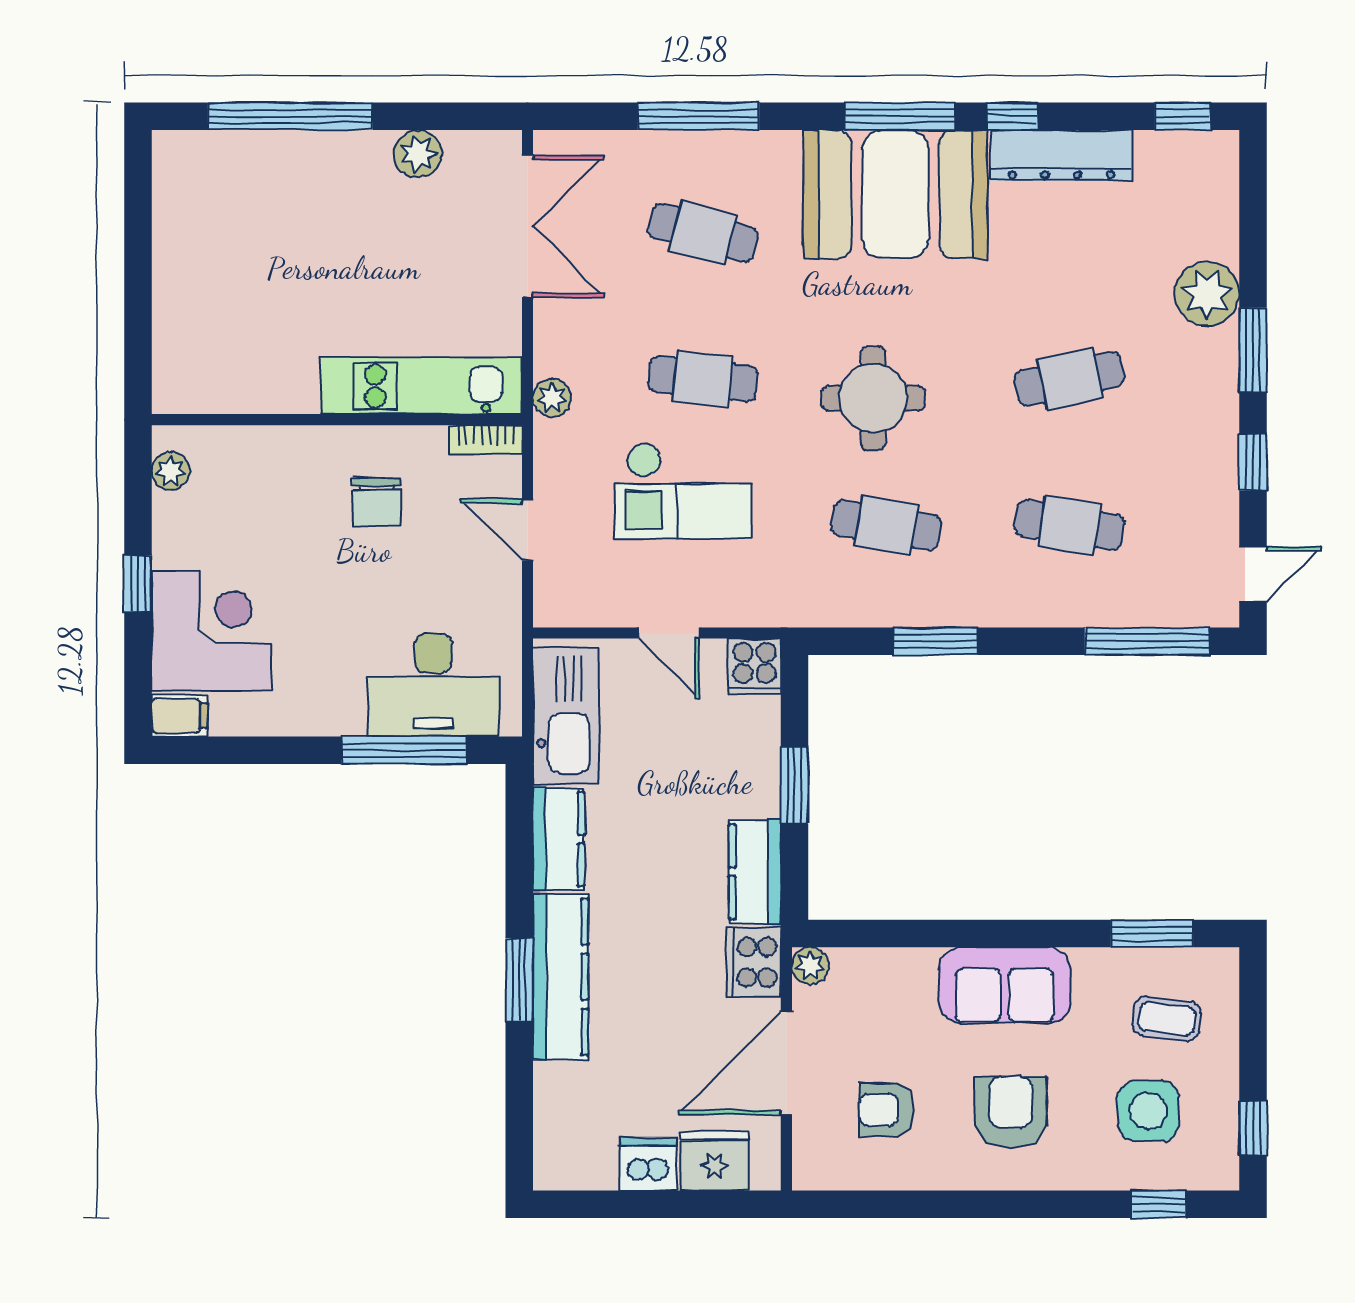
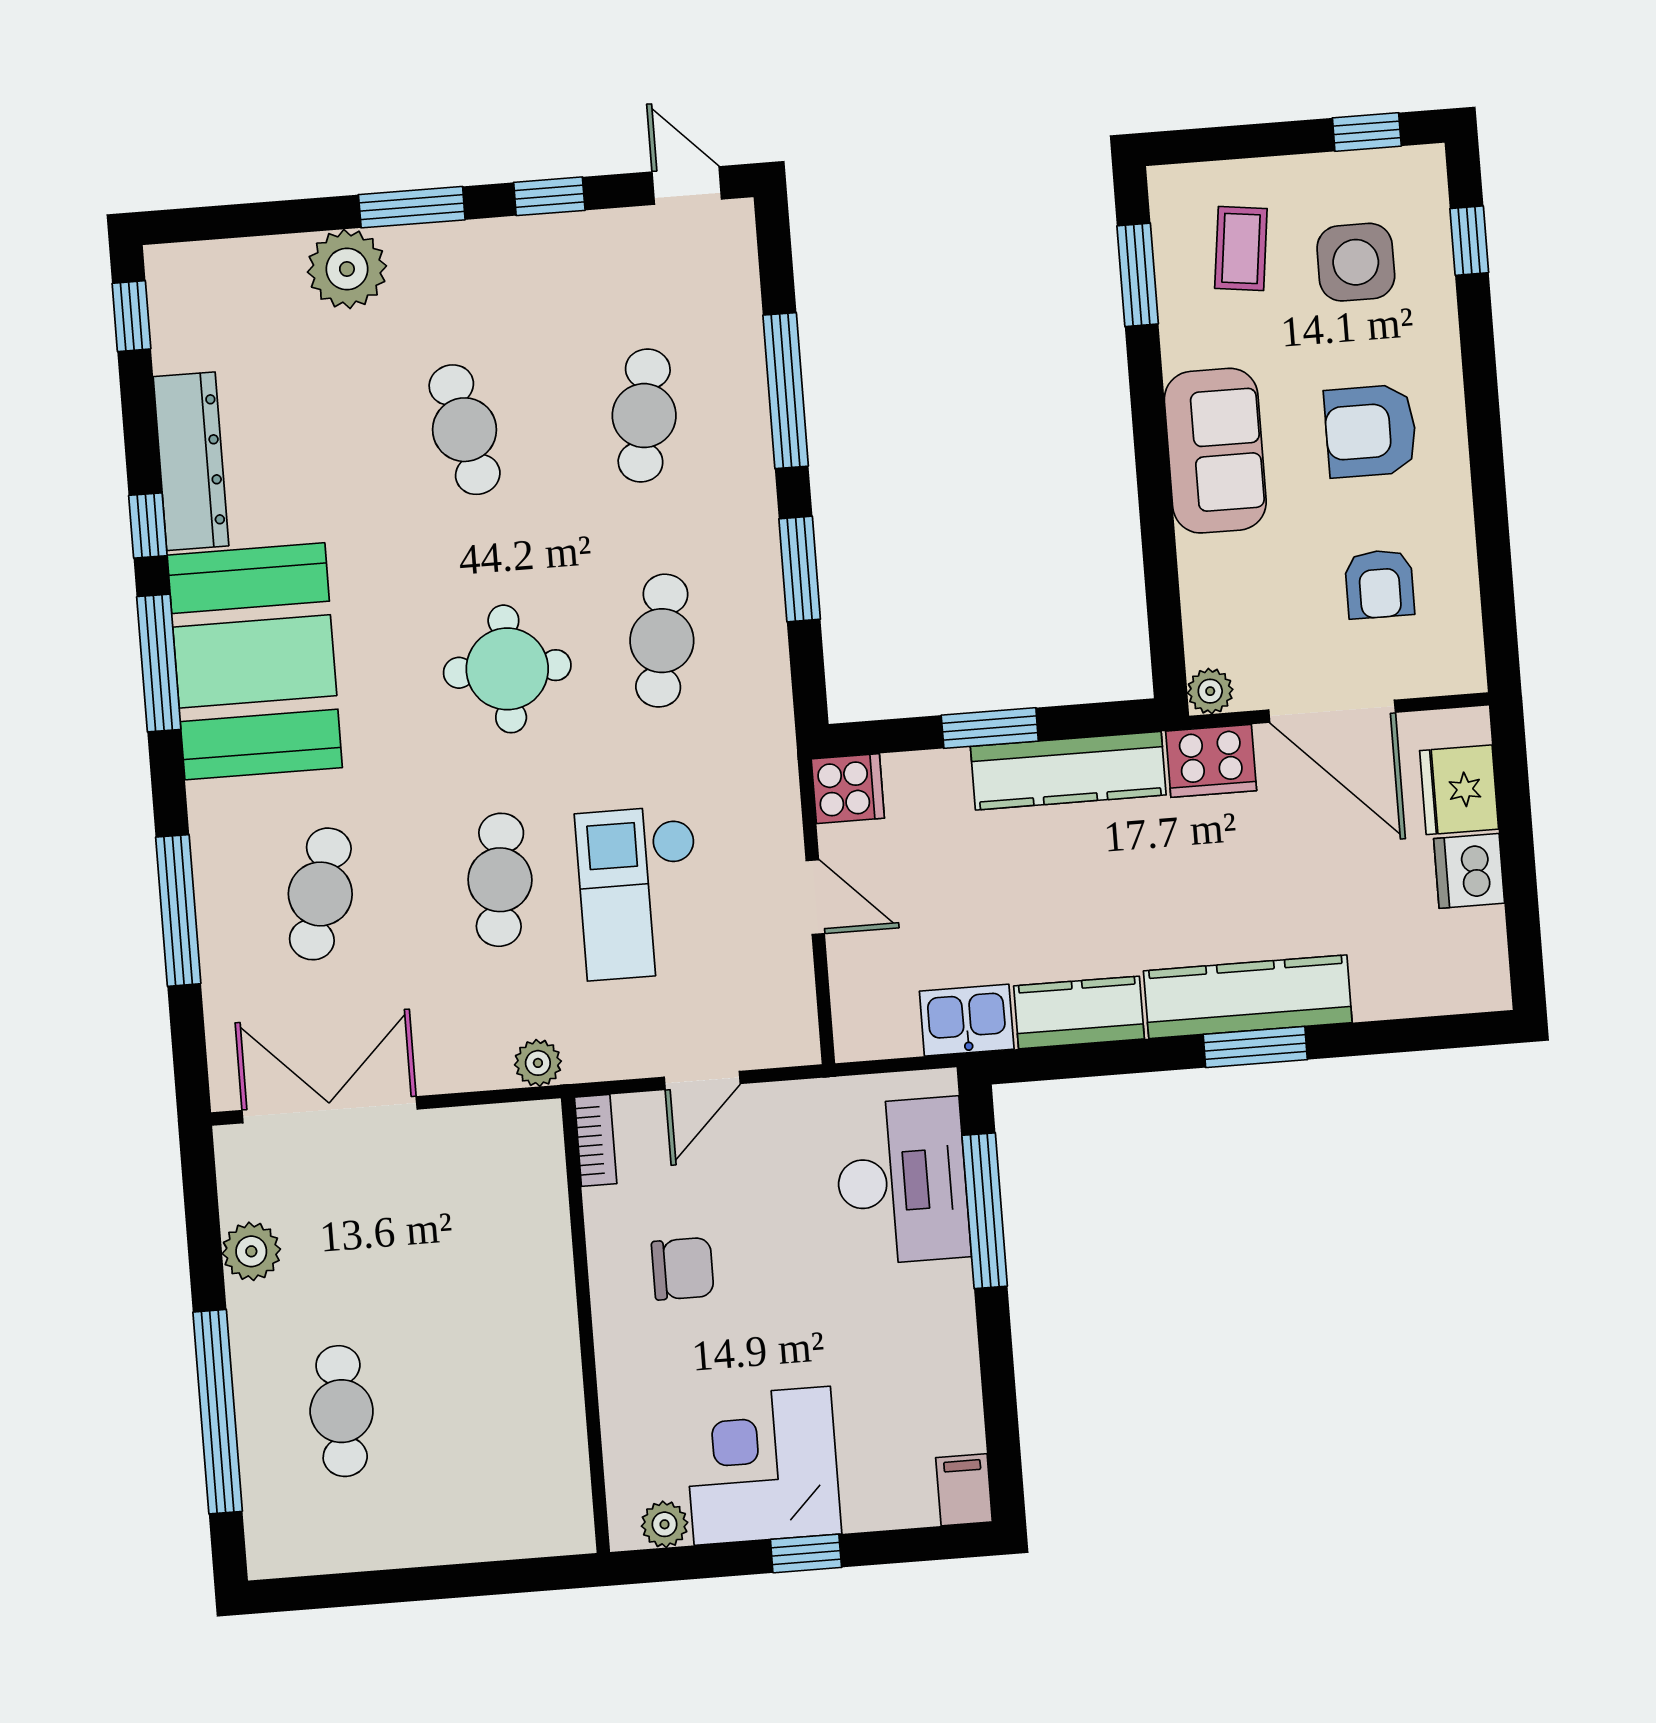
cafe table: (283, 217) -> (342, 1411), added
kitchen unit: (422, 386) -> (536, 1224), removed
checkout: (683, 491) -> (640, 893), turned 180
corner desk: (212, 631) -> (762, 1466), moved
door: (669, 633) -> (815, 897), hinge flipped
window: (1147, 641) -> (786, 391), moved
kitchen sink: (566, 716) -> (967, 1020), width x0.53, depth x0.81
kitchen counter: (755, 872) -> (1068, 771), width x1.50

